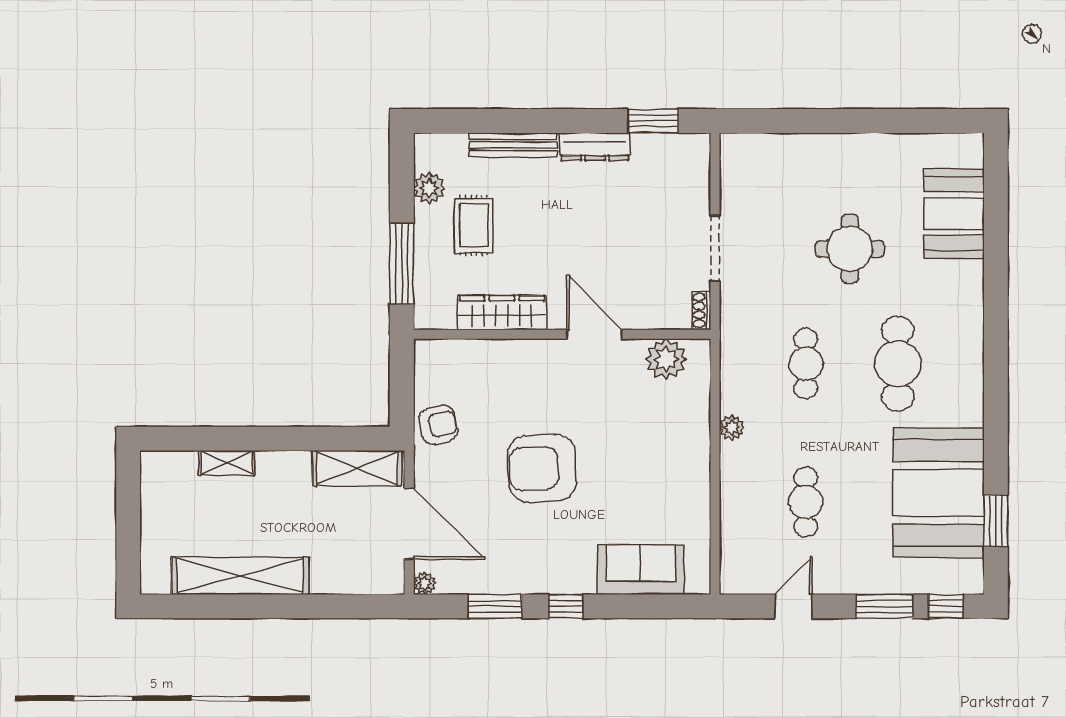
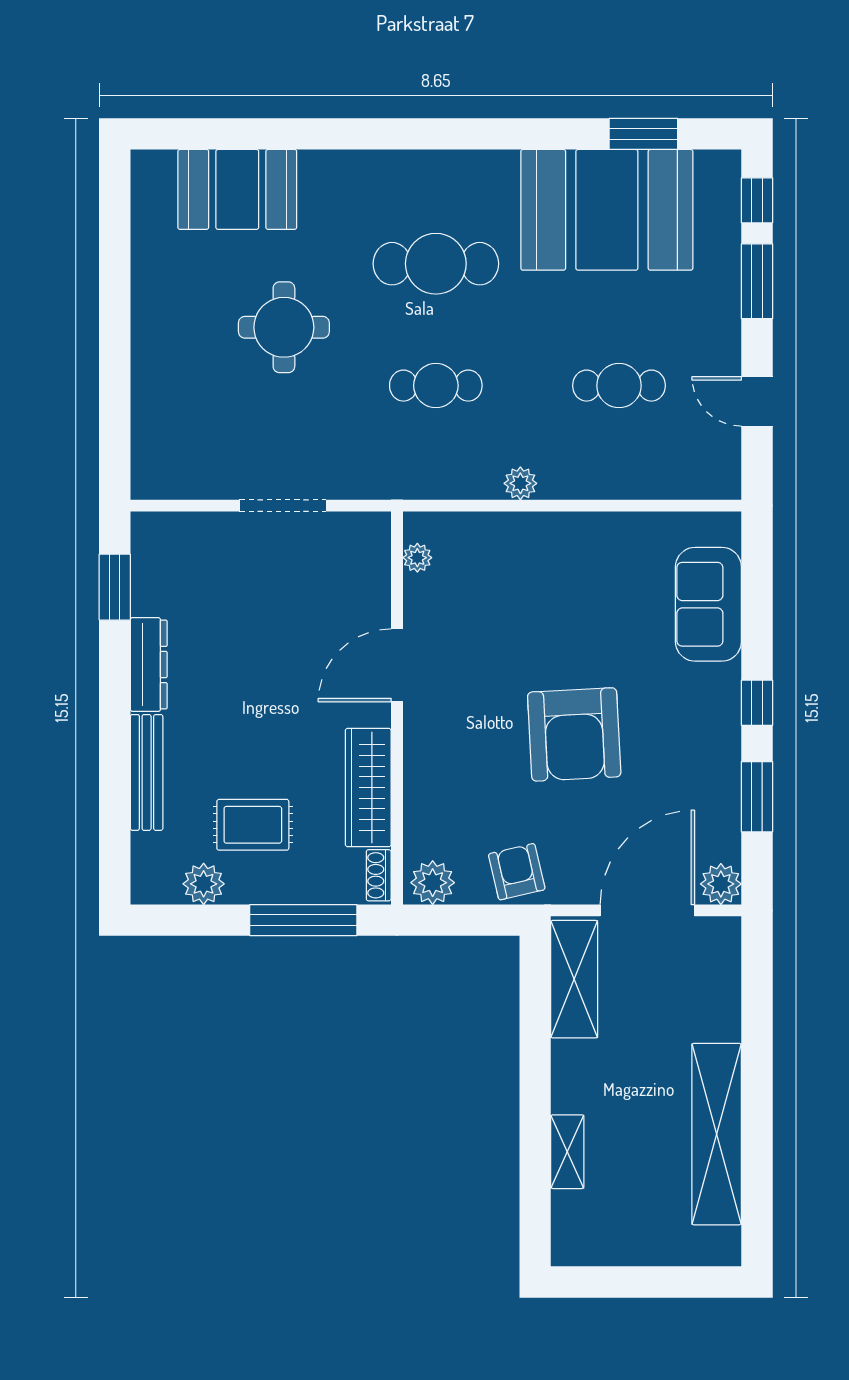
shoe rack: (701, 311) -> (379, 875), moved, turned 90
plant: (666, 359) -> (417, 558), width x0.53, depth x0.53
plant: (430, 361) -> (433, 883), added
plant: (425, 583) -> (721, 884), width x1.38, depth x1.38

